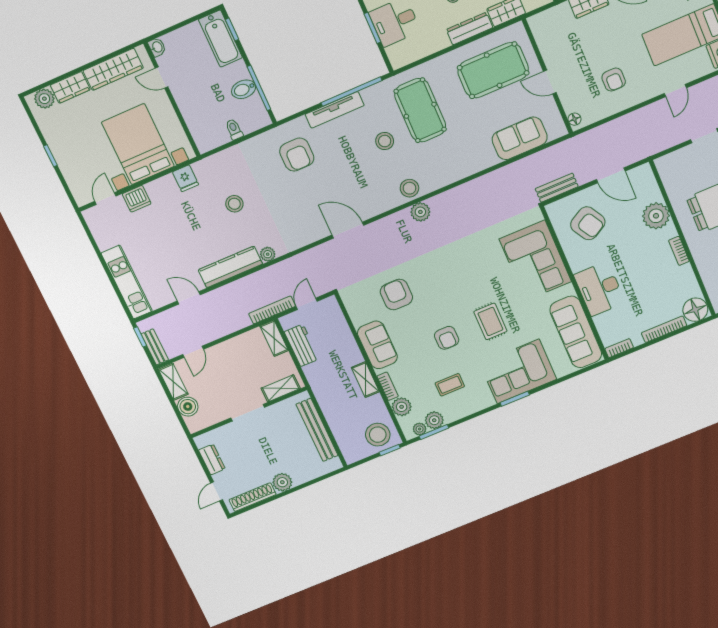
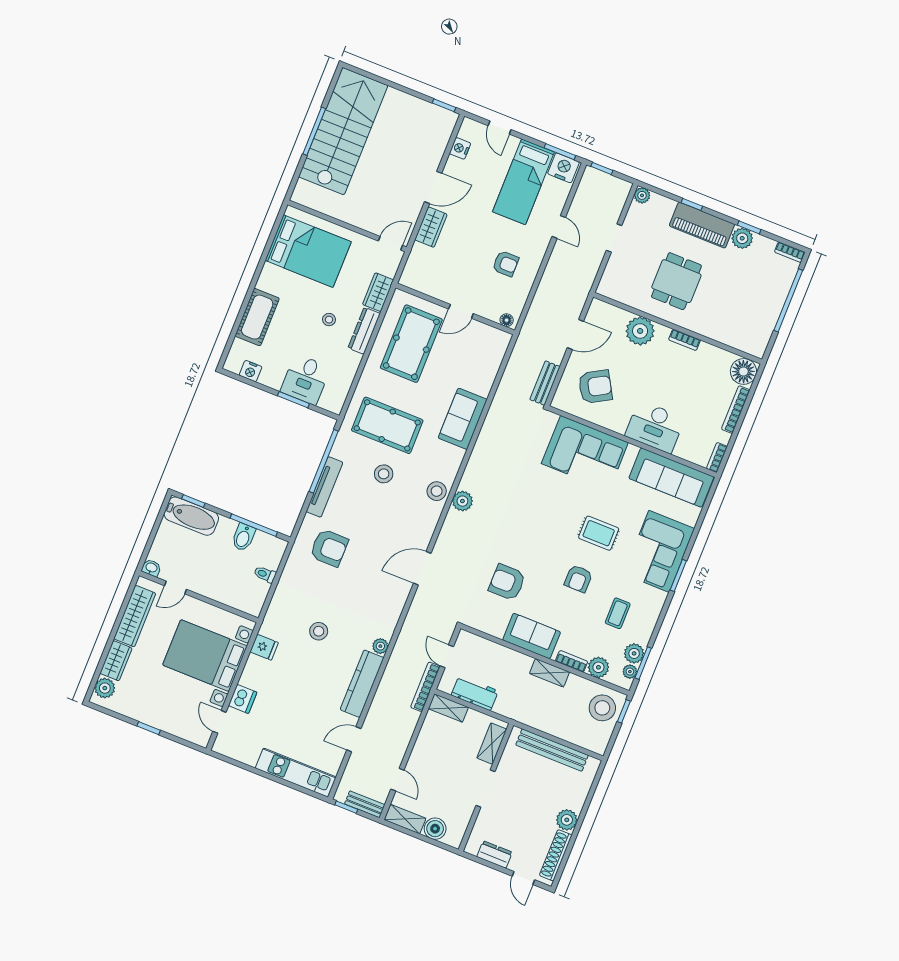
sofa: (520, 138) -> (463, 419), moved
armchair: (447, 338) -> (578, 579), turned 90

